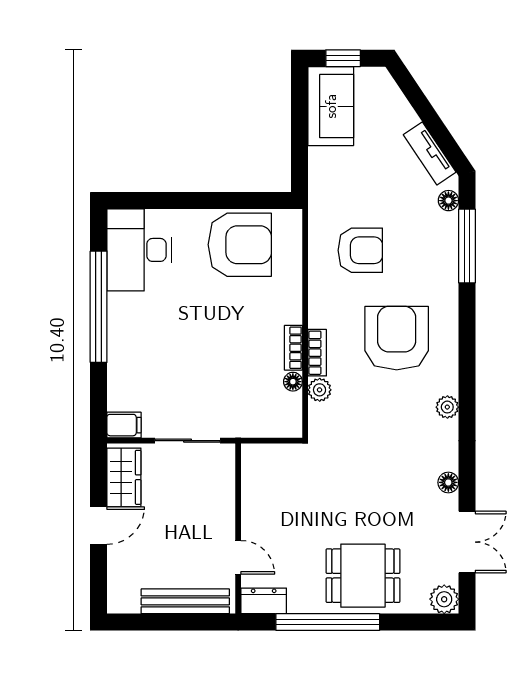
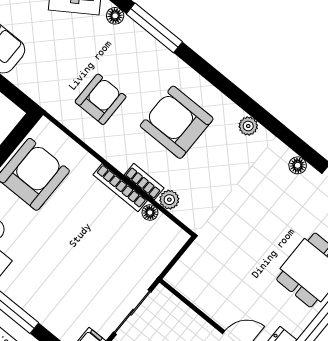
bookcase: (293, 348) -> (120, 188), width x1.56

